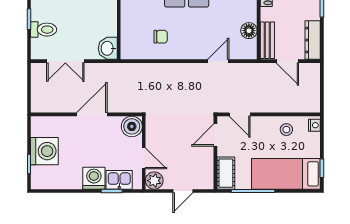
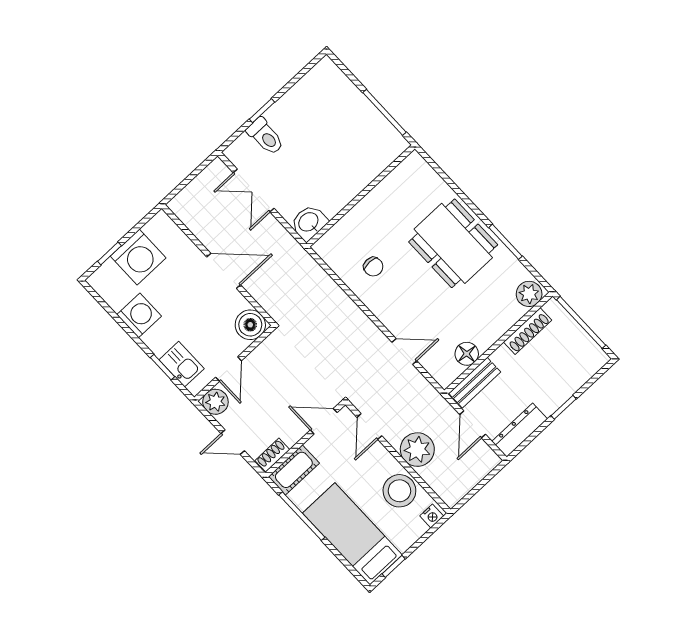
plant: (274, 101) -> (417, 450), added
stool: (286, 130) -> (399, 491), width x1.89, depth x1.89
shoe rack: (208, 177) -> (272, 455), added
washing machine: (94, 178) -> (139, 315), moved

